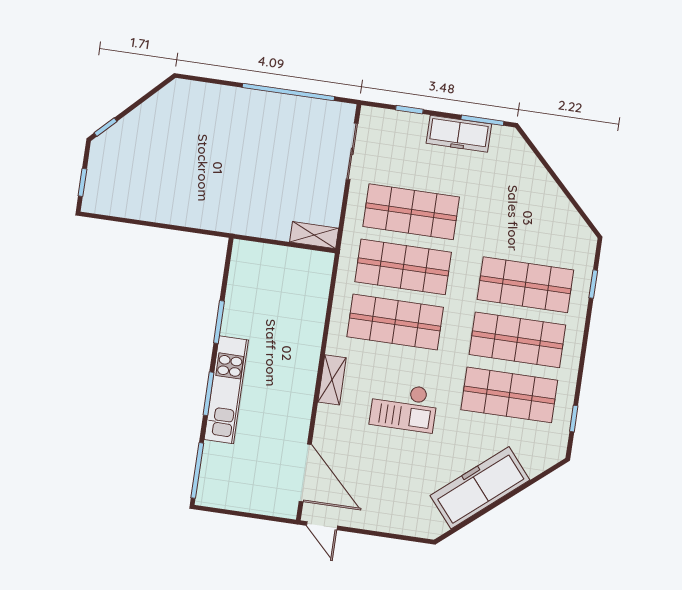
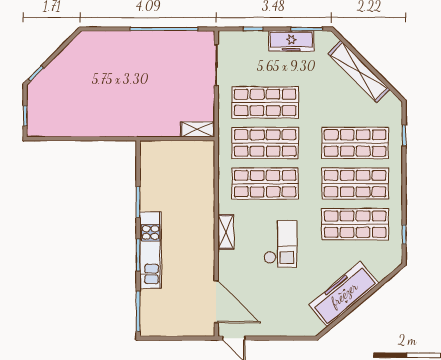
shelving: (545, 189) -> (359, 72), added
checkout: (404, 407) -> (280, 244), turned -90

